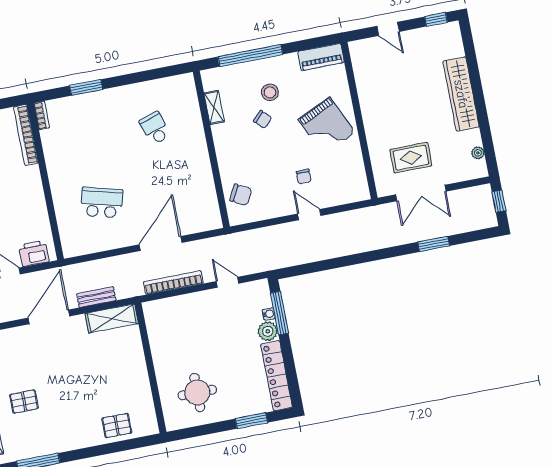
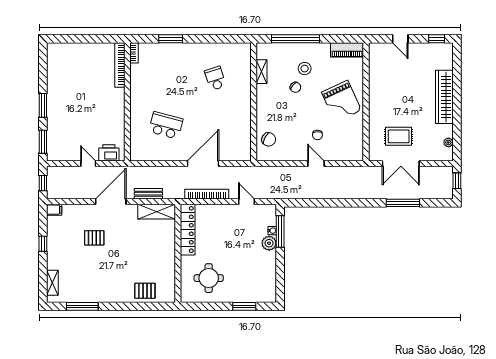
window: (434, 244) -> (403, 203), width x1.44
locker: (277, 376) -> (188, 230), moved, turned 180
pallet: (24, 402) -> (94, 238), moved

